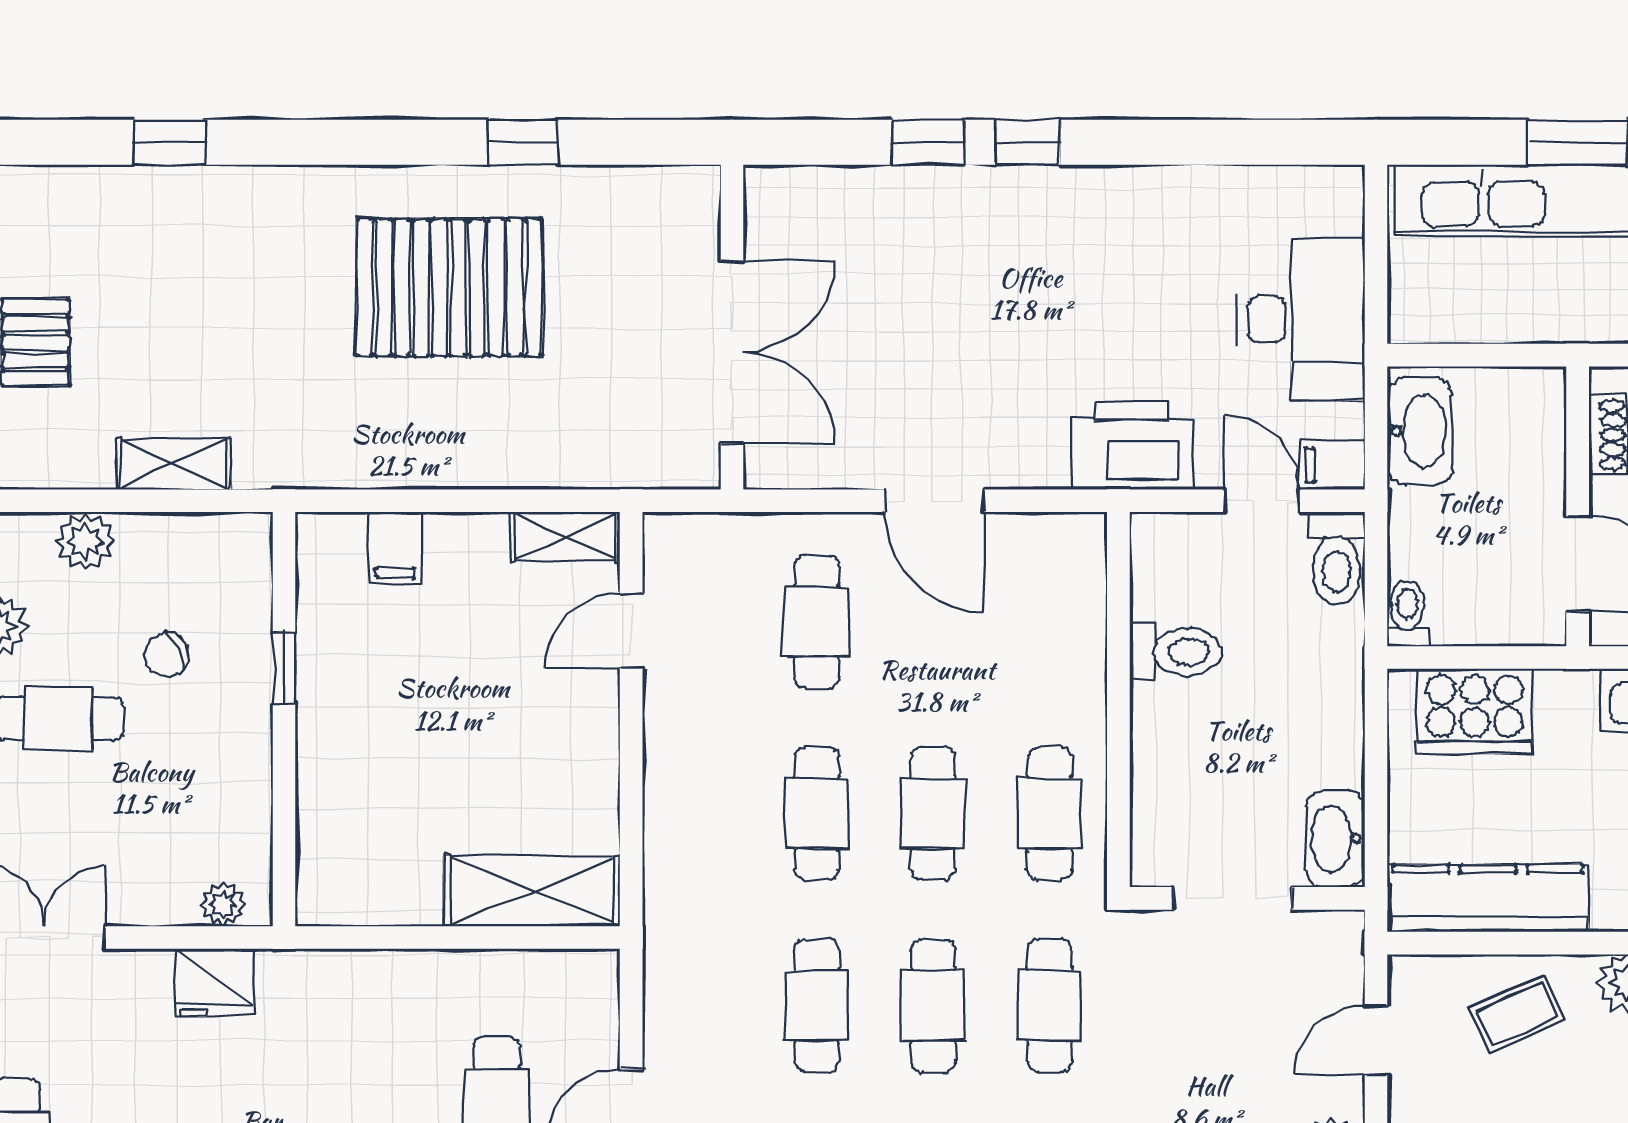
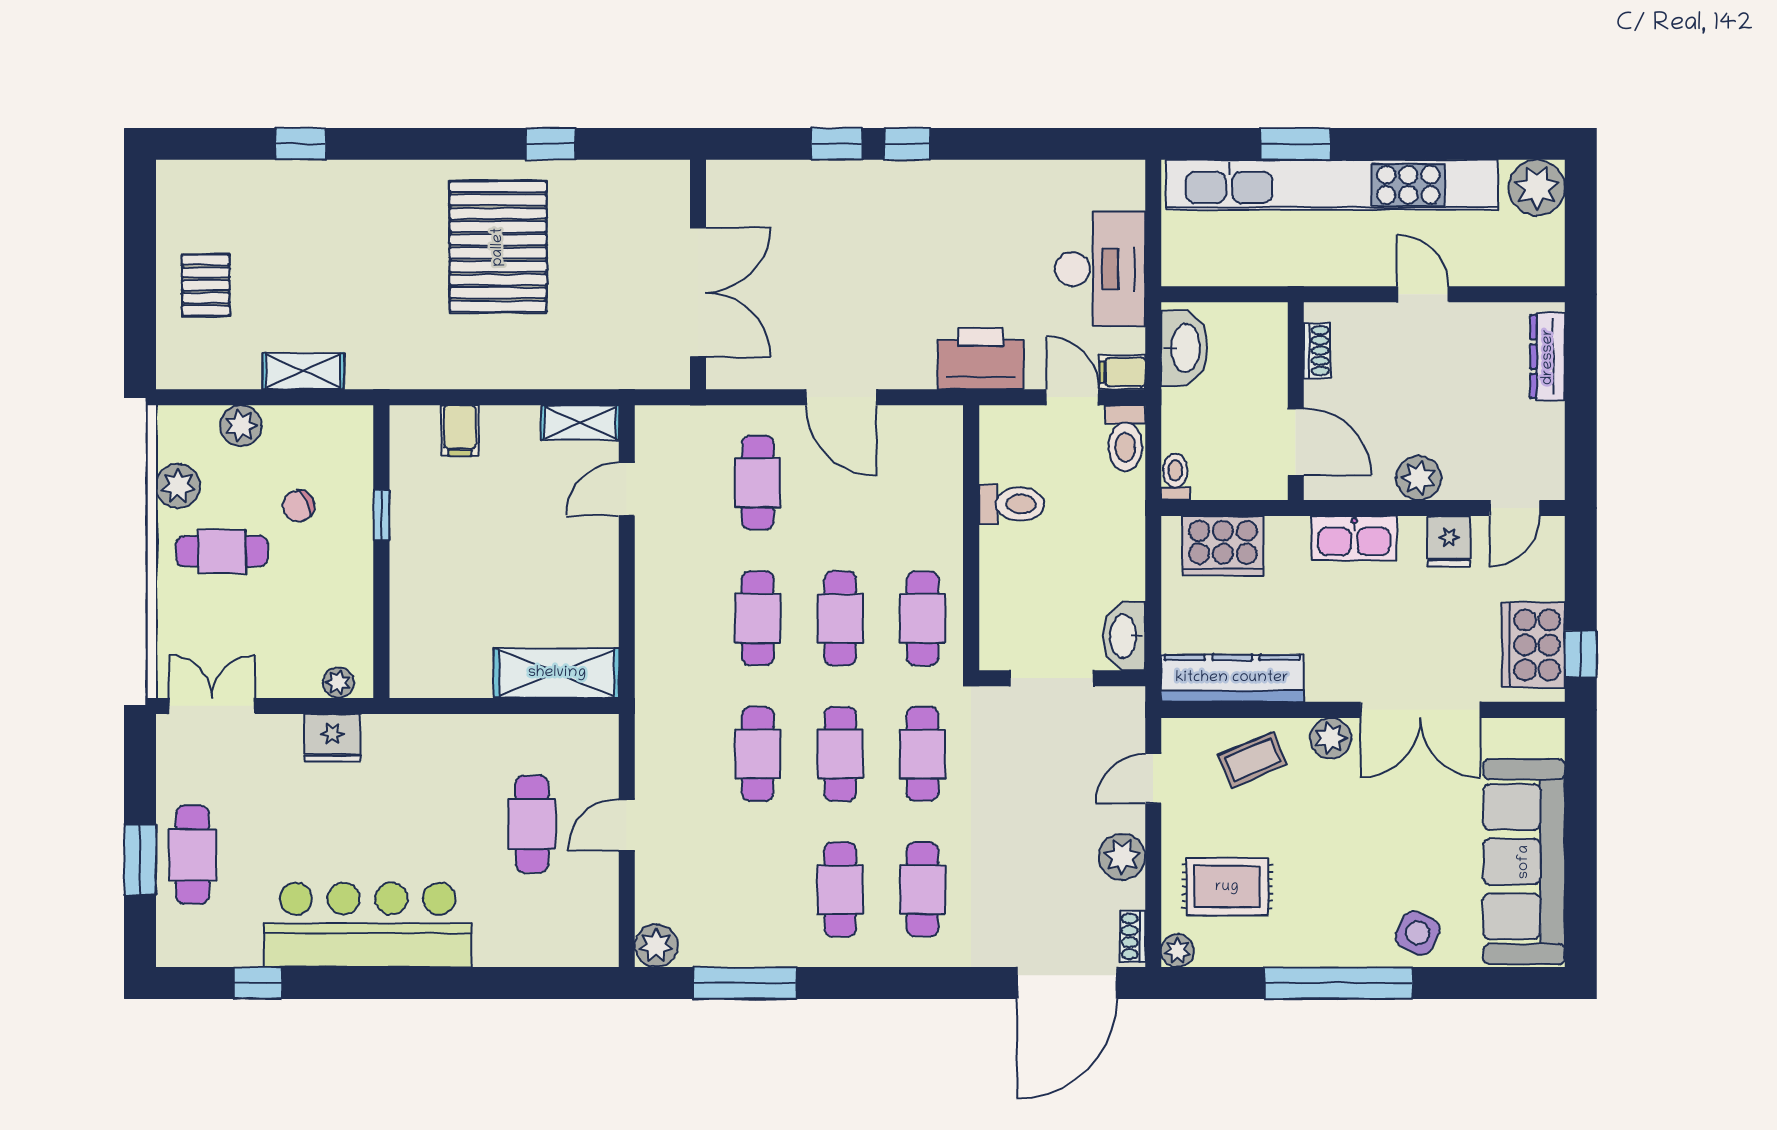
pallet: (449, 288) -> (498, 247), turned 90

